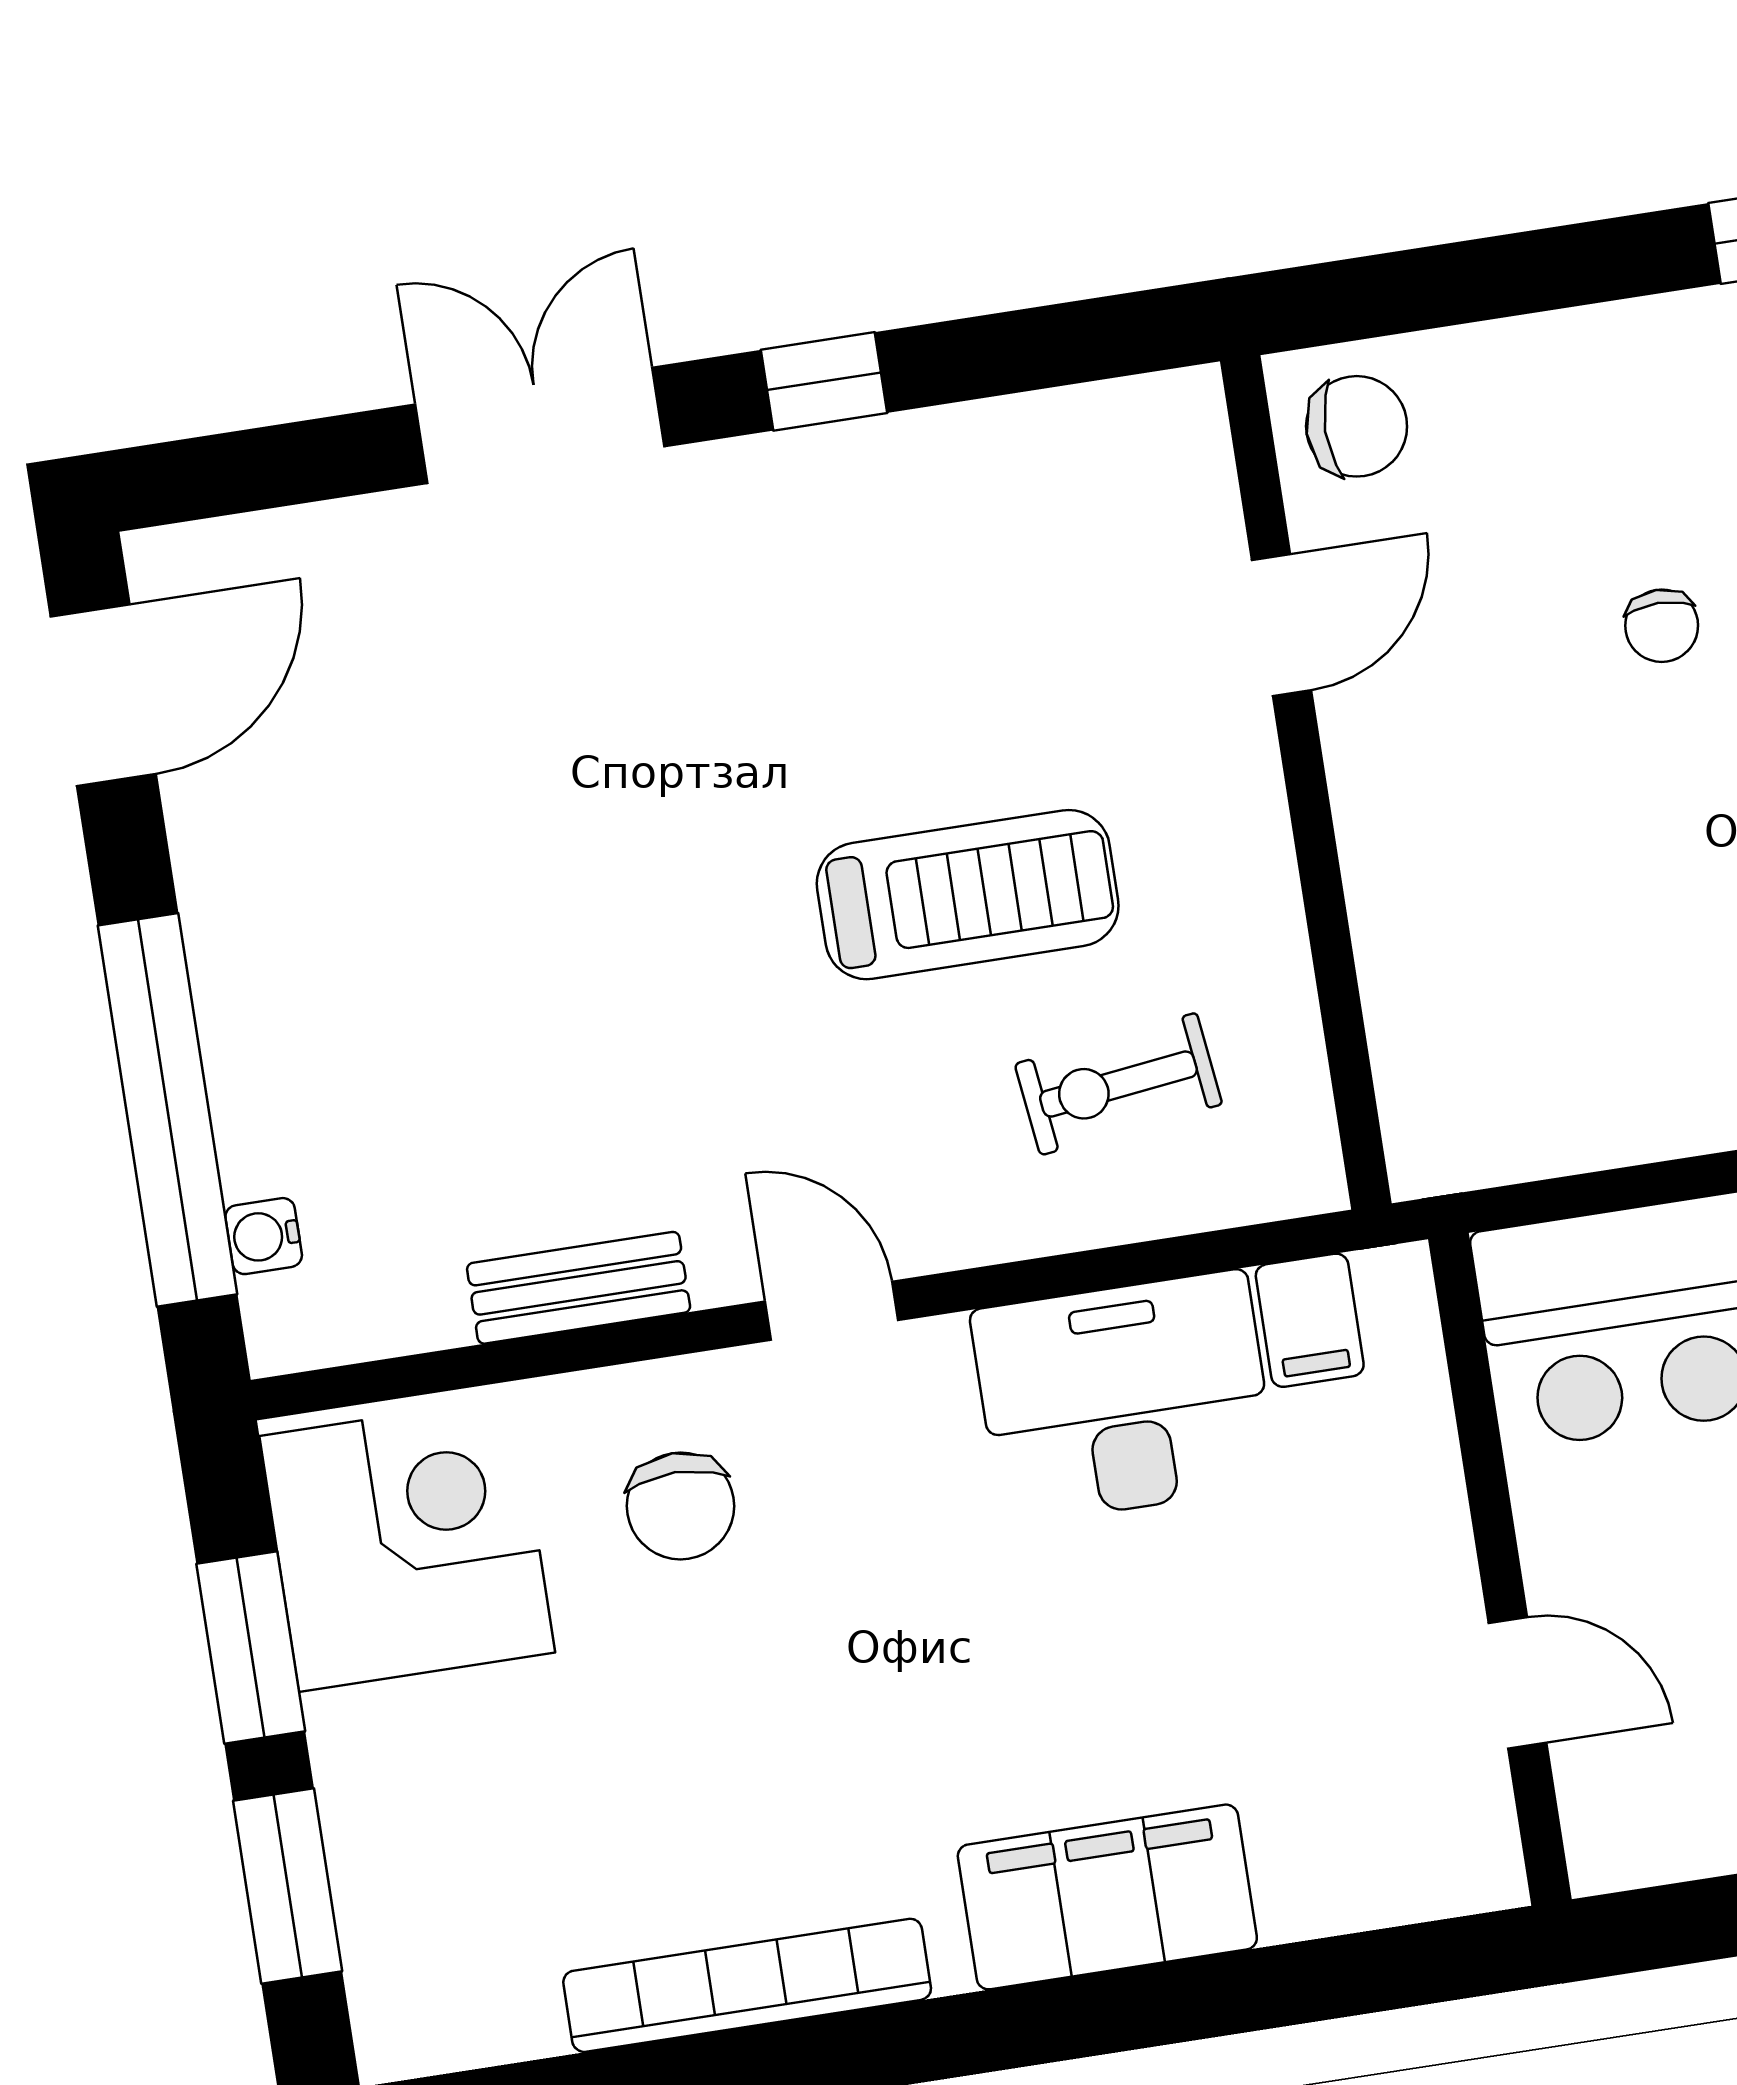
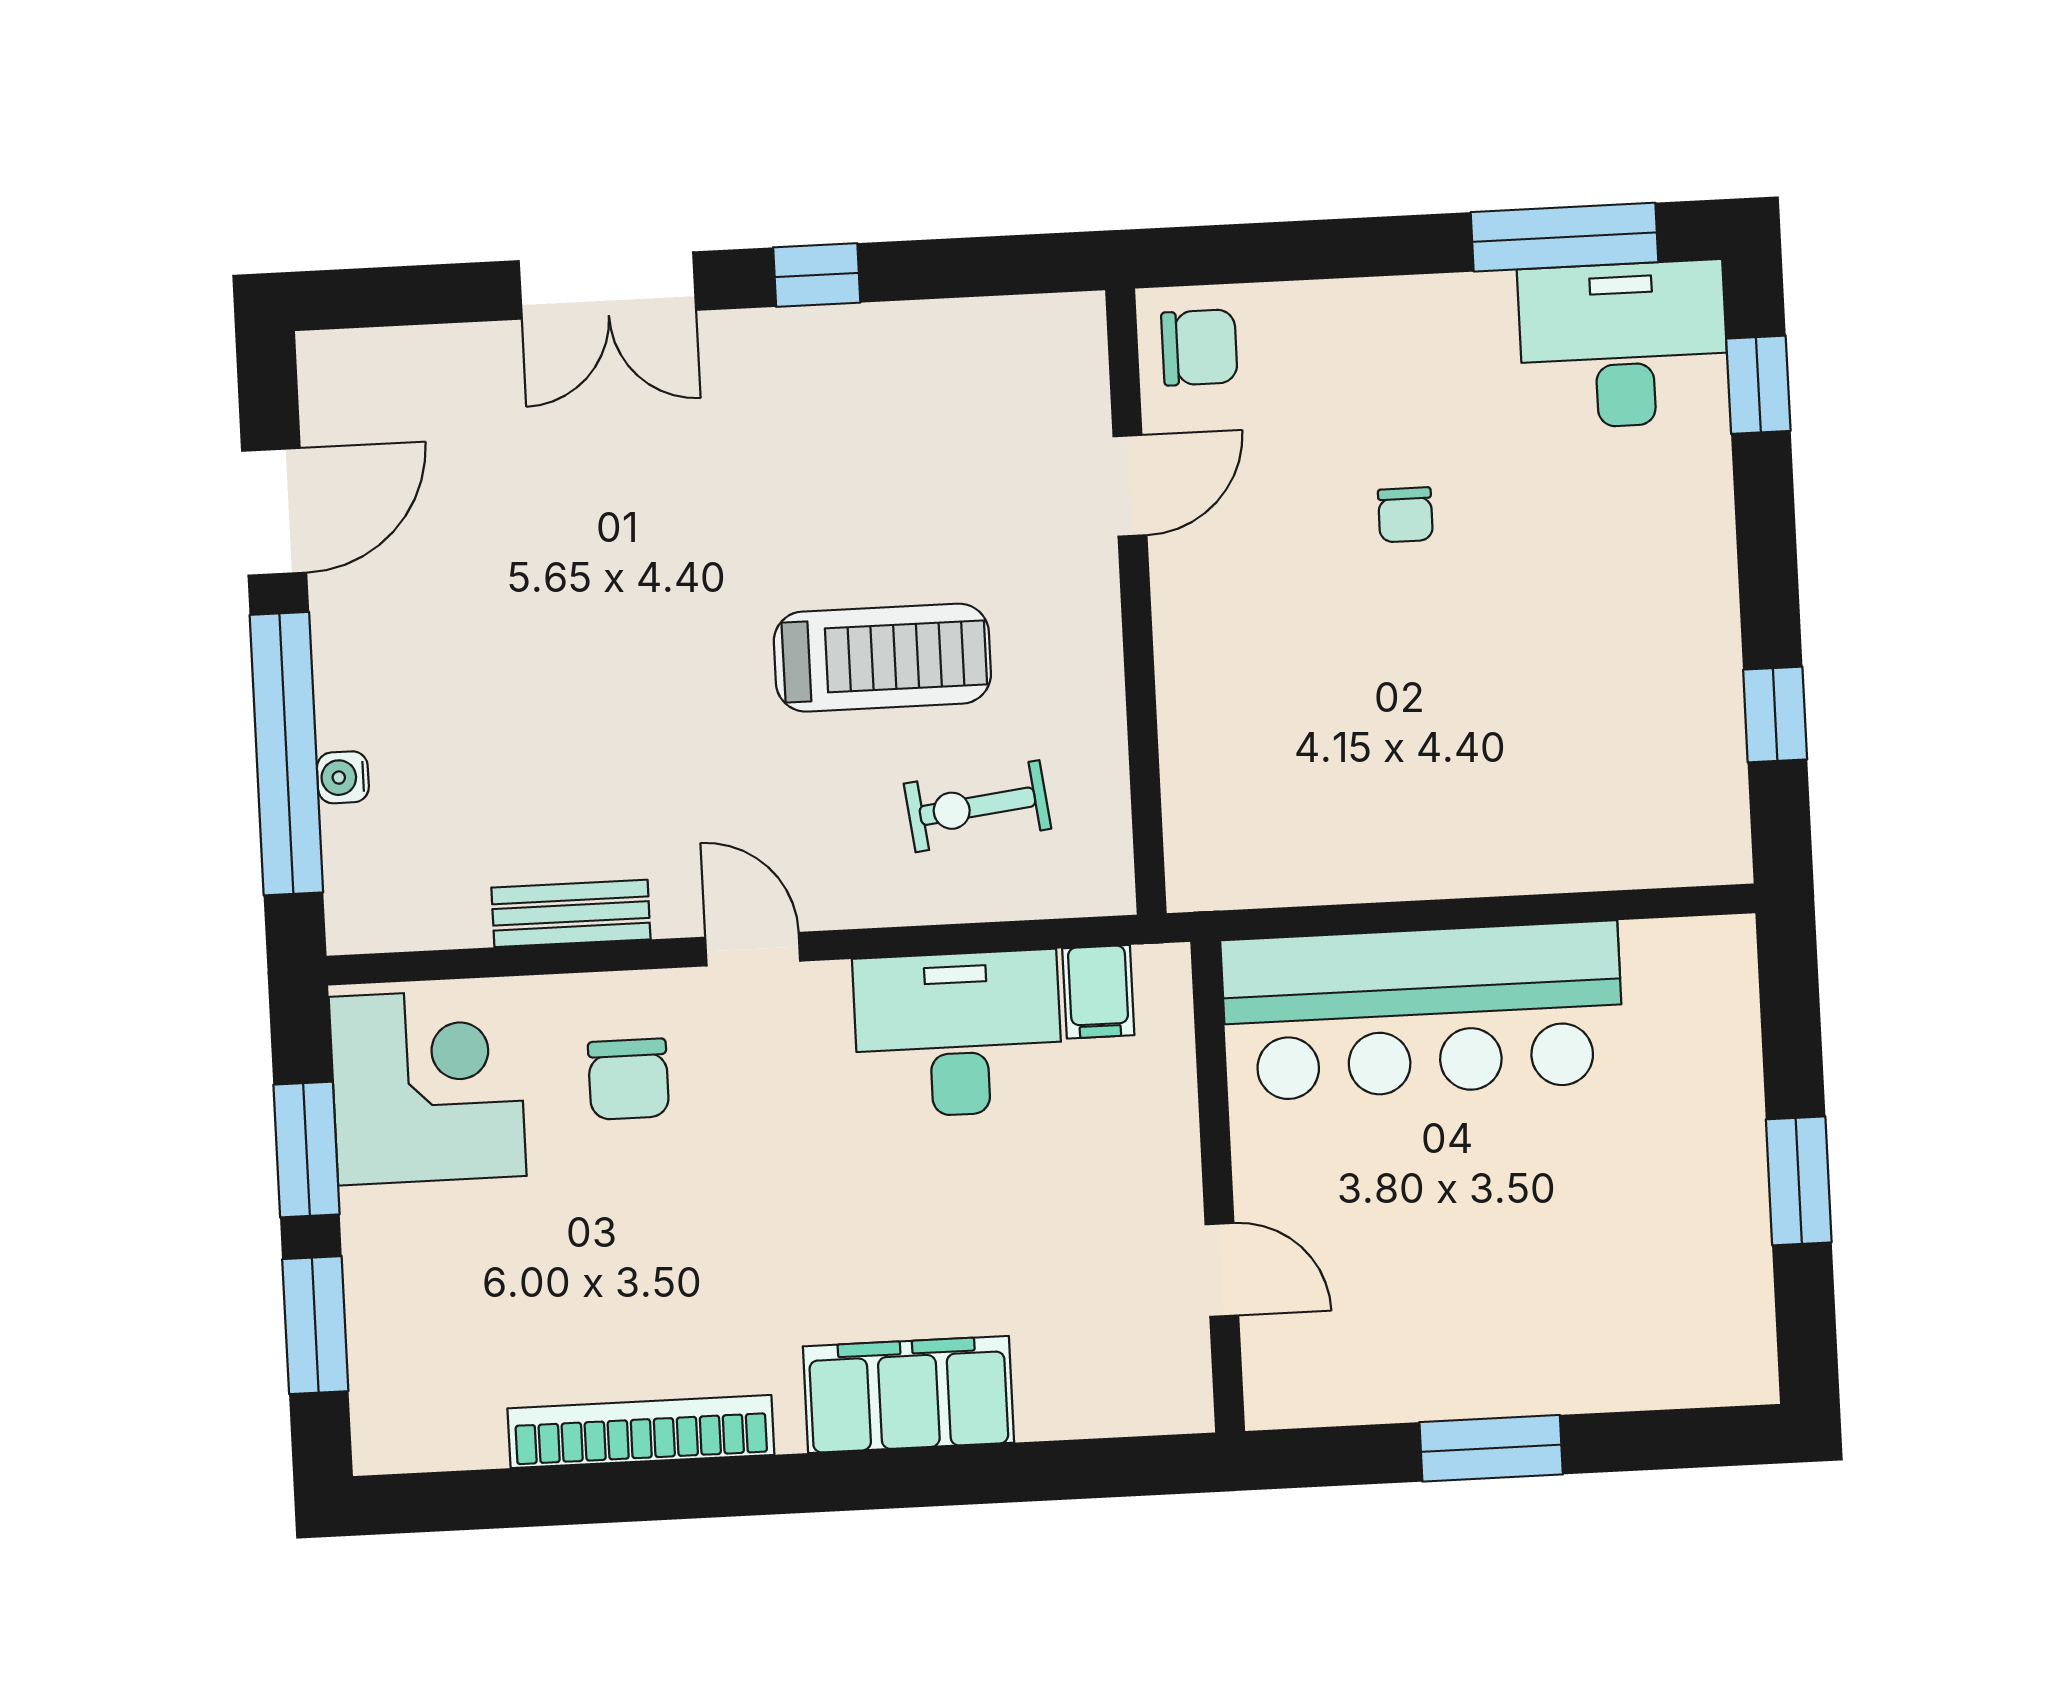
double door: (540, 425) -> (607, 286), swing flipped
door: (103, 695) -> (274, 512), moved
water cooler: (264, 1236) -> (343, 777), moved

